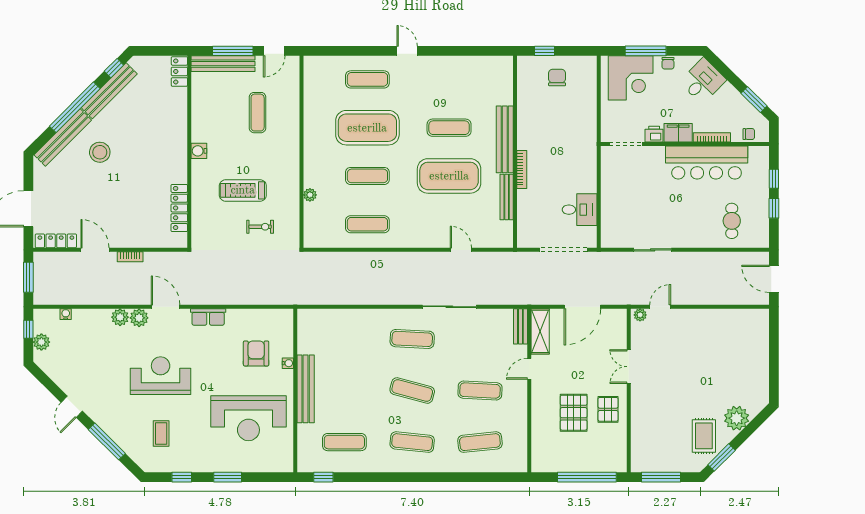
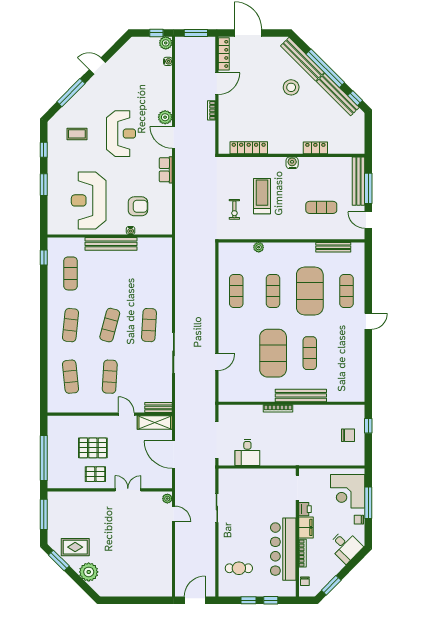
locker: (179, 71) -> (315, 148), moved
bench: (507, 197) -> (333, 247), moved
door: (166, 307) -> (174, 137), swing flipped
plant: (120, 317) -> (166, 103), removed
plant: (41, 342) -> (166, 43), moved

